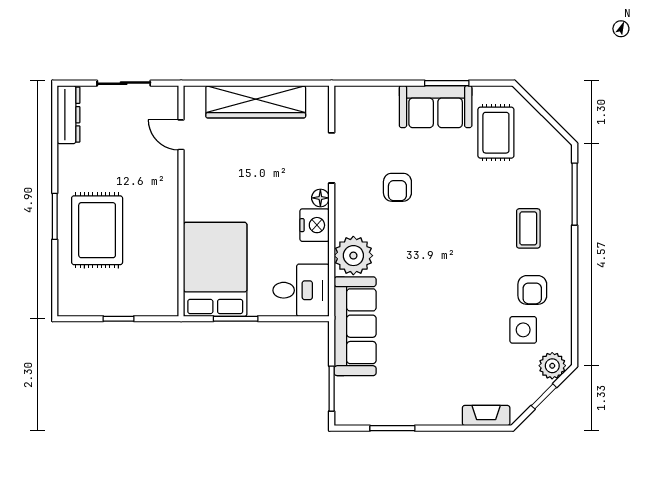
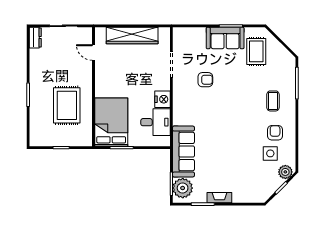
dresser: (69, 115) -> (35, 38), width x0.70
armchair: (397, 187) -> (205, 80), turned -90
floor lamp: (320, 198) -> (166, 85), removed
rug: (97, 230) -> (67, 105), moved
plant: (353, 256) -> (183, 188), moved
desk: (301, 290) -> (156, 122), moved
armchair: (532, 290) -> (275, 133), turned 180
fireplace: (486, 416) -> (219, 198), moved

